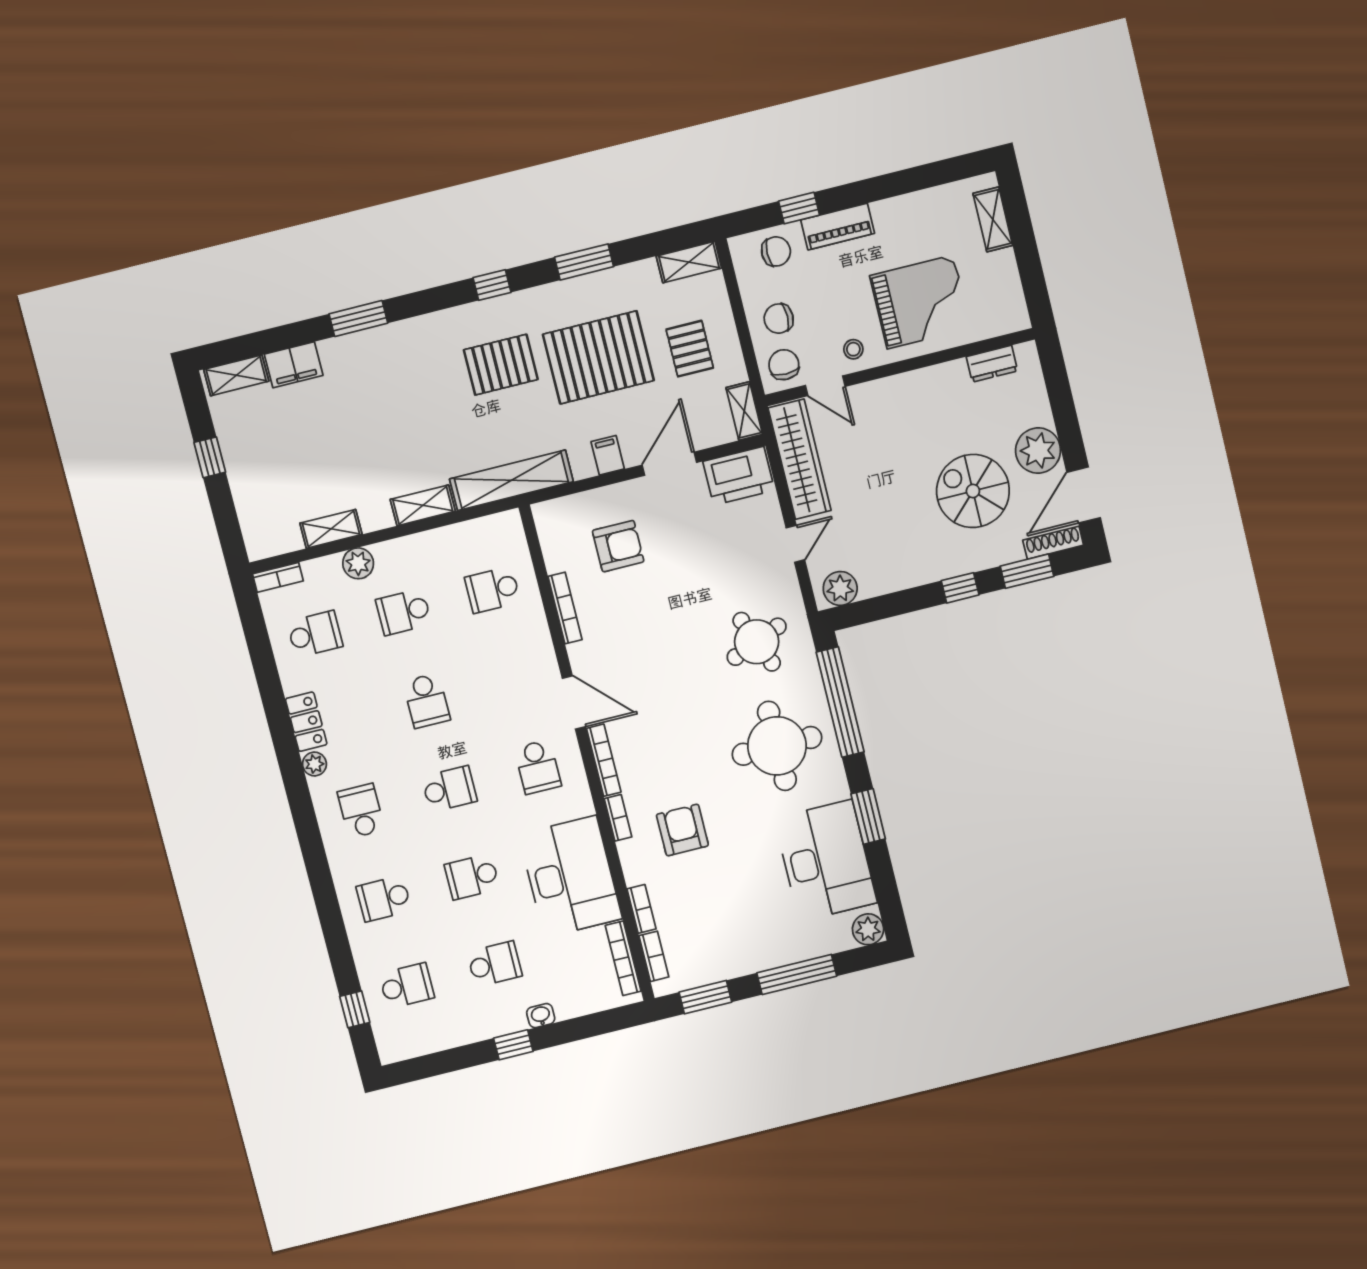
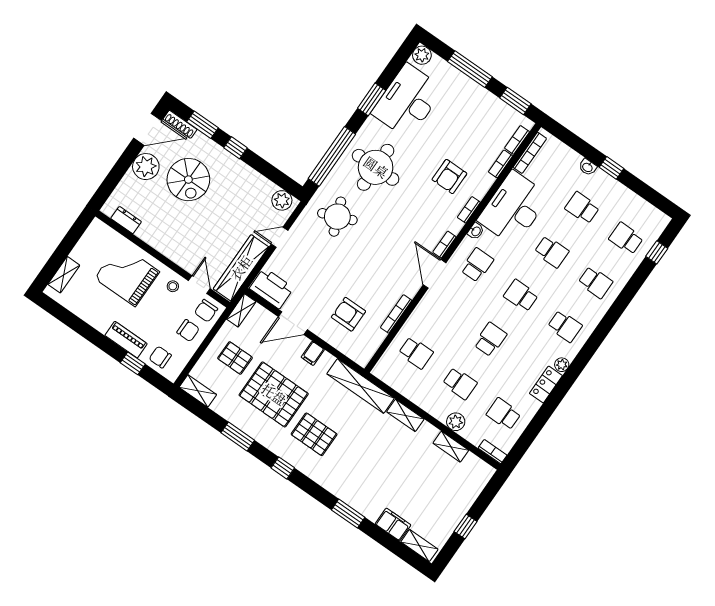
pallet: (690, 349) -> (235, 358), turned 90
bookcase: (604, 760) -> (444, 245), width x0.64
washbasin: (583, 803) -> (476, 231), added
school desk: (361, 811) -> (565, 326), turned -90

